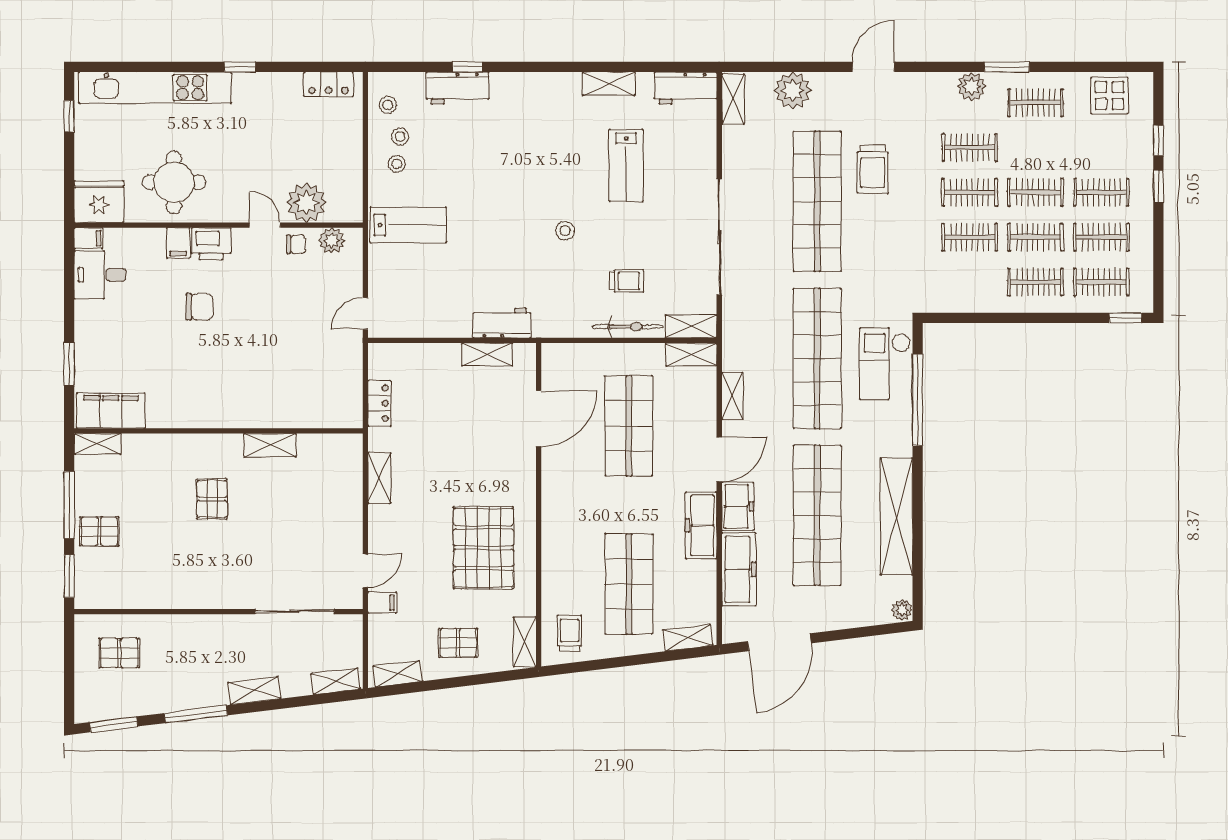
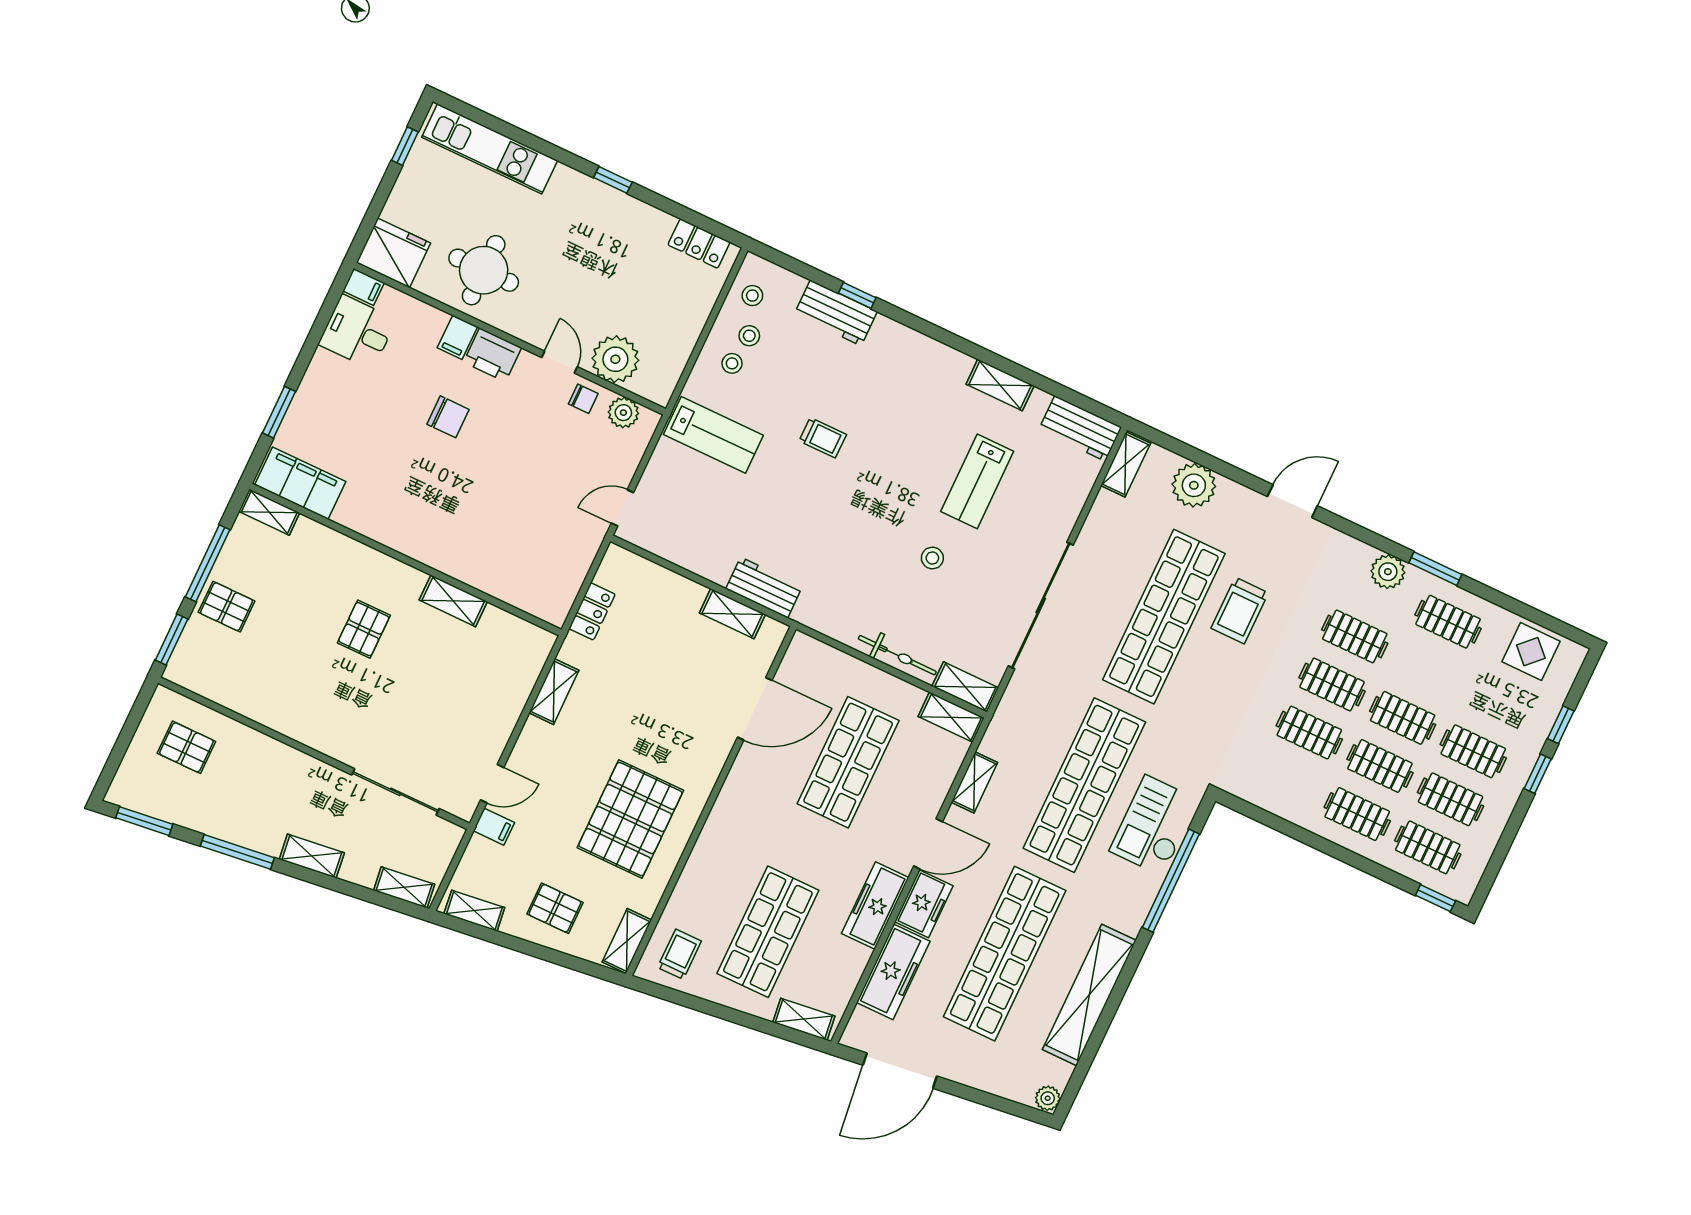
kitchen unit: (155, 88) -> (490, 149), width x0.73
stool: (565, 231) -> (932, 558), moved
trolley: (627, 281) -> (823, 438), moved

